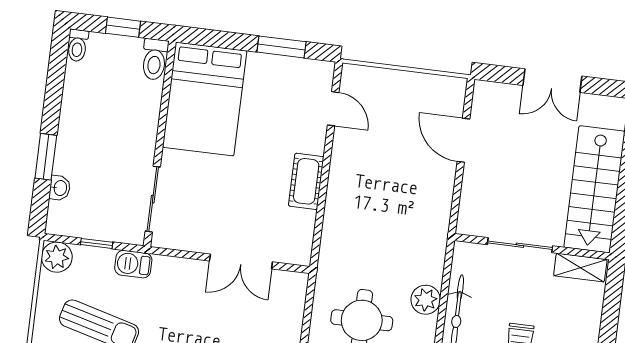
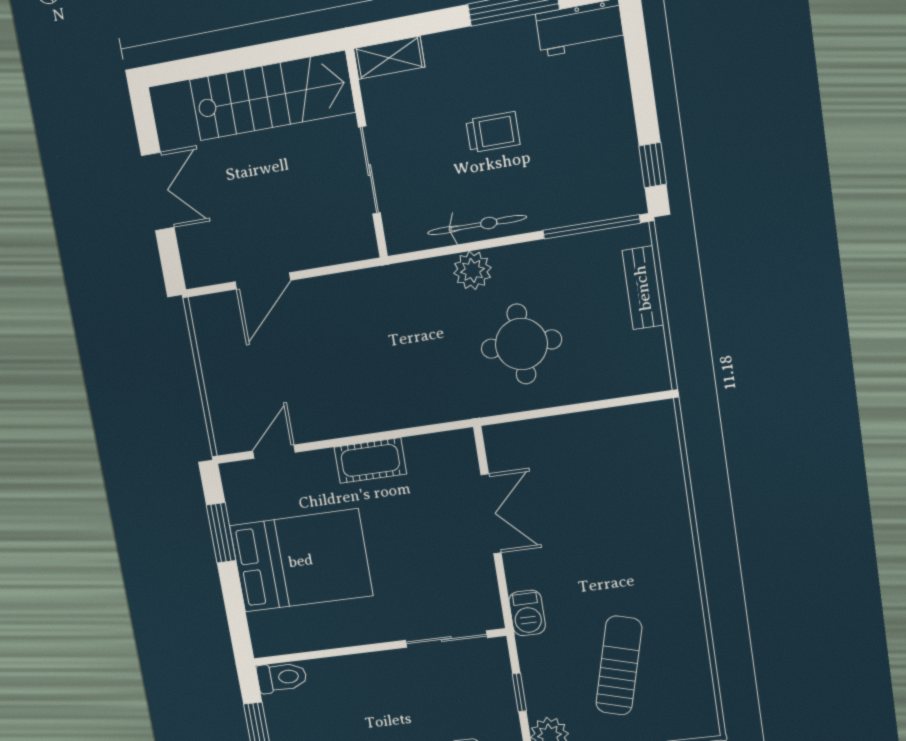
bed: (205, 99) -> (301, 561), moved
barbecue: (133, 264) -> (527, 613), moved
shelving: (580, 268) -> (389, 58), moved, turned 90

